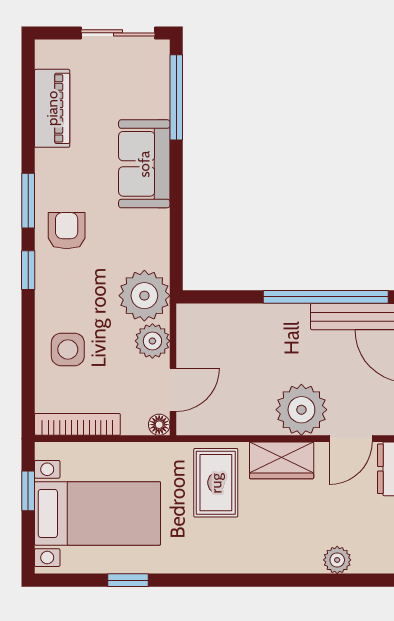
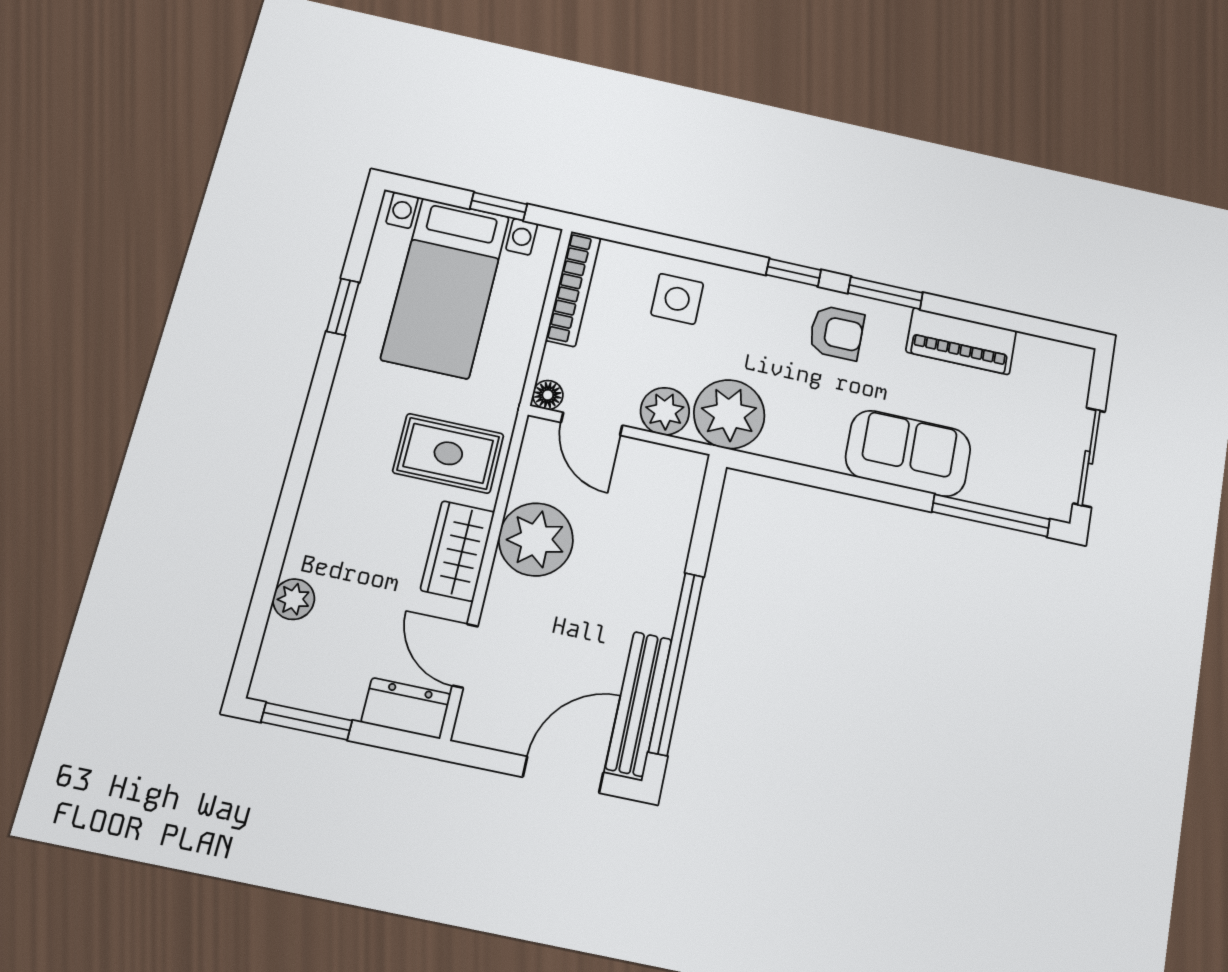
piano: (52, 108) -> (961, 341), moved
plant: (301, 410) -> (536, 539), moved

